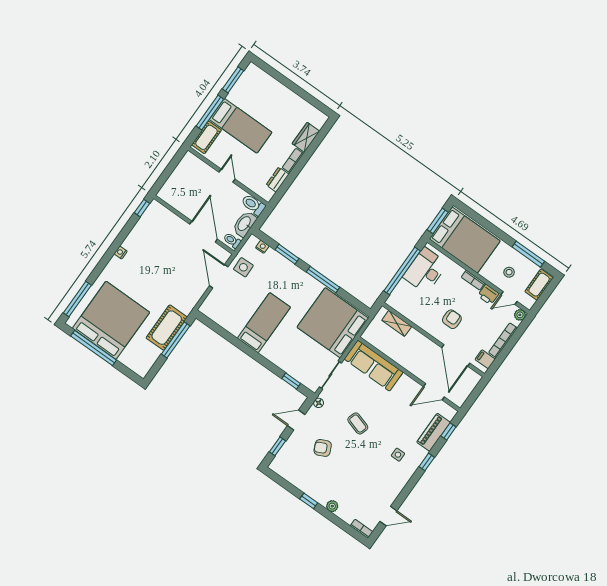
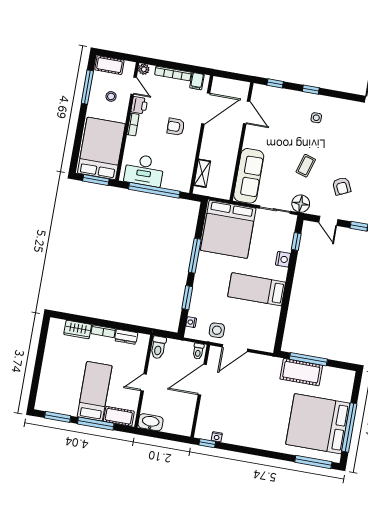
washbasin: (245, 224) -> (151, 422), moved, turned 180
nightstand: (121, 252) -> (217, 437), moved
nightstand: (280, 361) -> (283, 259), added
floor lamp: (319, 403) -> (301, 204), width x1.89, depth x1.89
piano: (434, 432) -> (282, 96), removed

